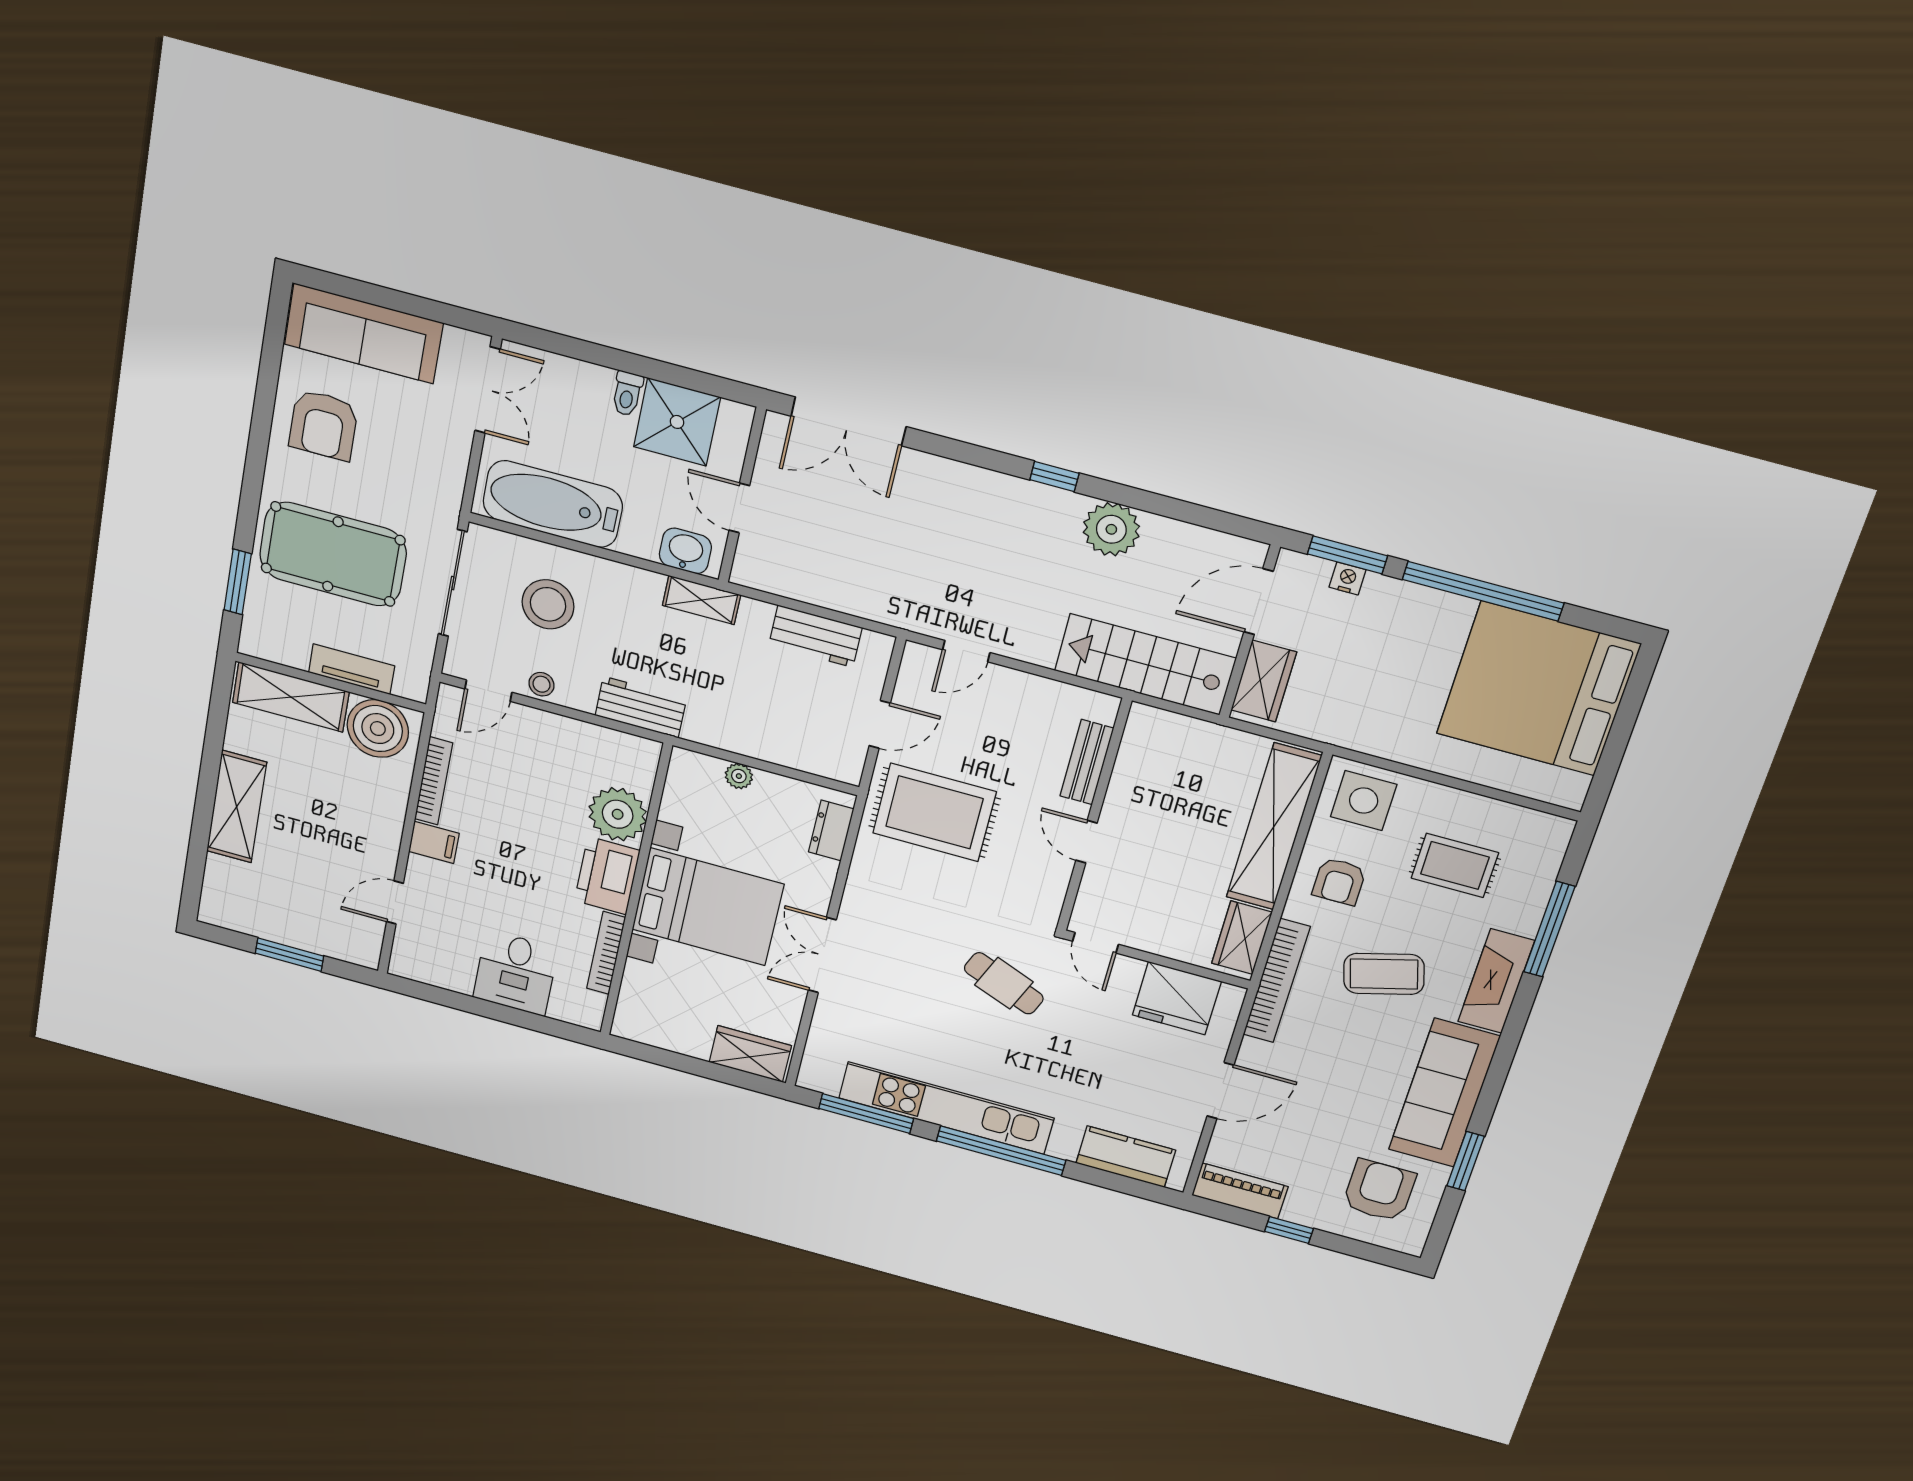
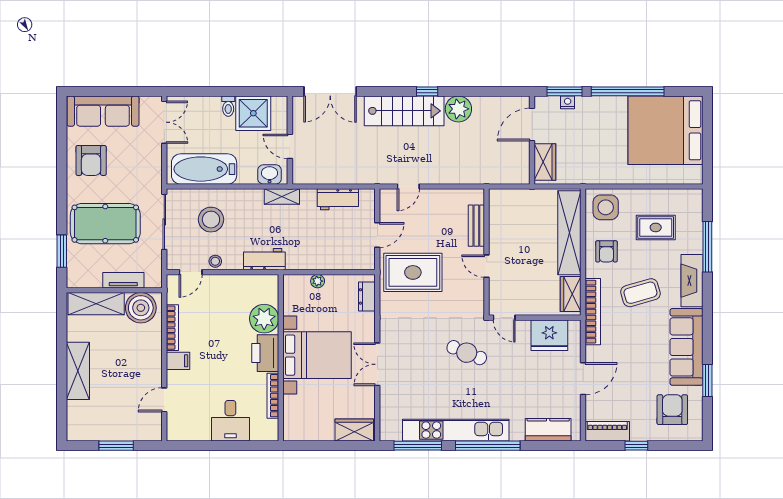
stairs: (1145, 664) -> (404, 111), moved, turned 180

